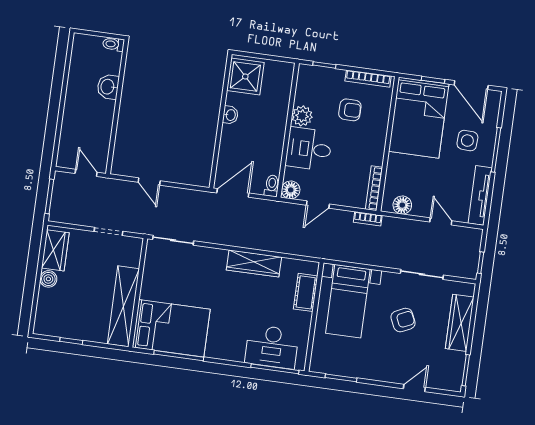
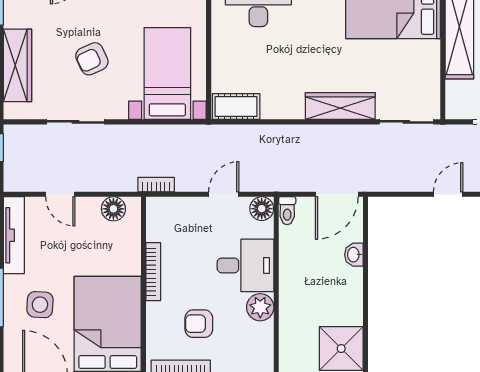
washbasin: (230, 115) -> (354, 255), moved
door: (149, 181) -> (448, 194), hinge flipped
bookcase: (374, 188) -> (153, 272), moved
wardrobe: (254, 263) -> (340, 106), moved
cot: (306, 292) -> (236, 107), moved, turned 90

